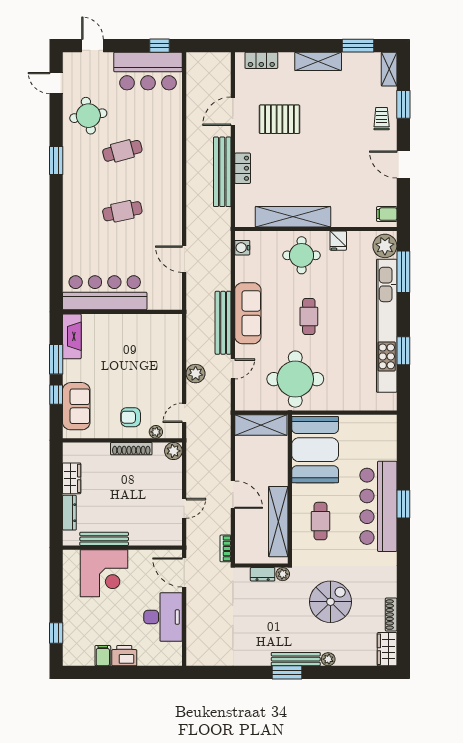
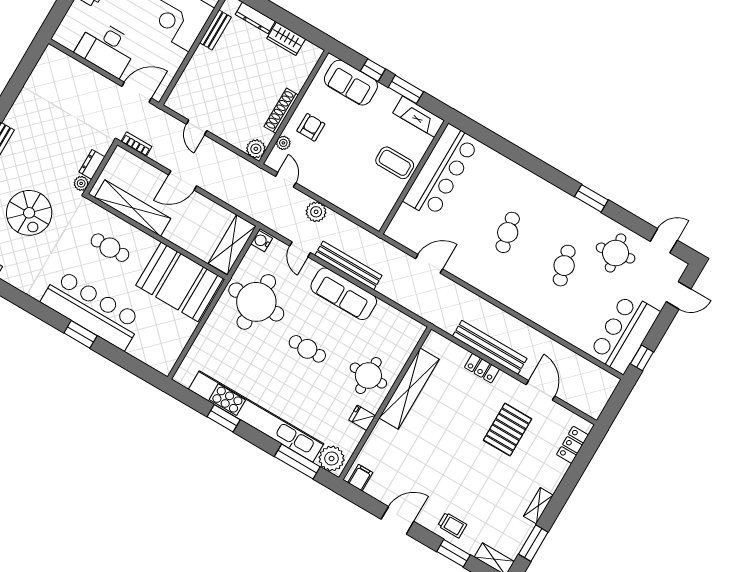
shelving: (318, 61) -> (538, 506), width x0.67, depth x0.75
water cooler: (242, 248) -> (262, 241), moved, turned -90
coffee table: (120, 334) -> (395, 163), added
bench: (104, 539) -> (215, 30), width x0.73

